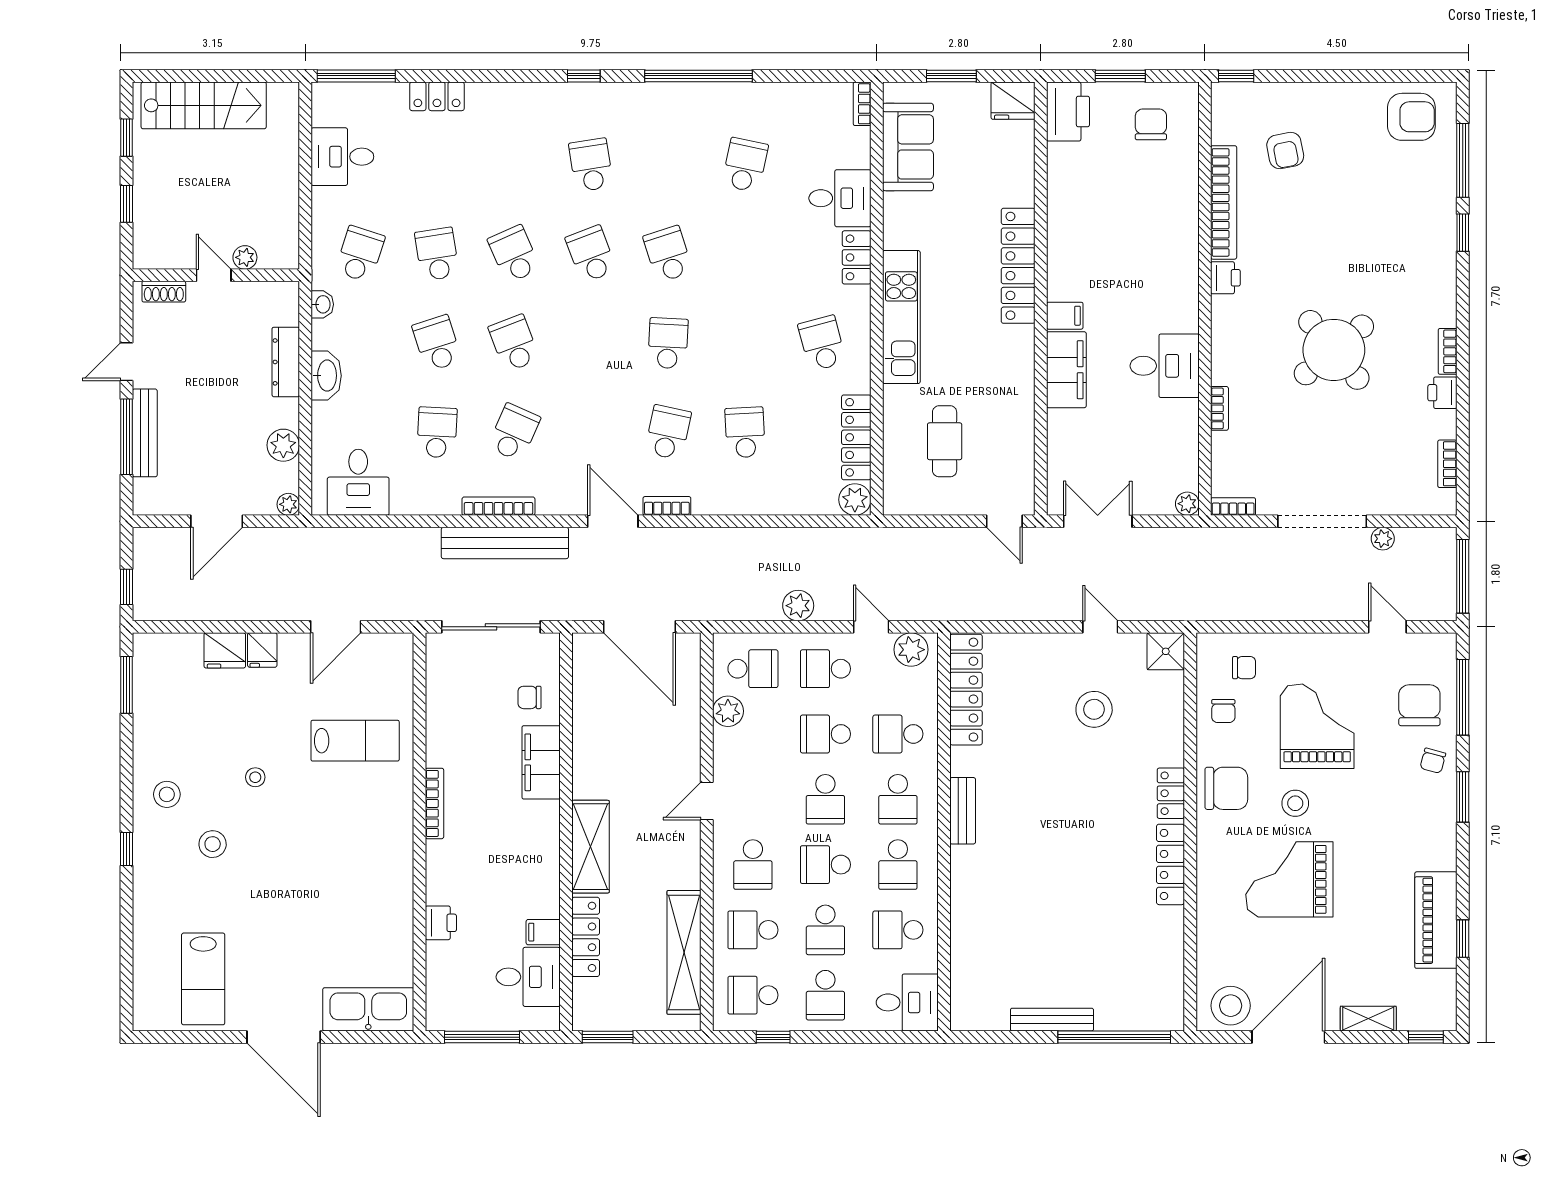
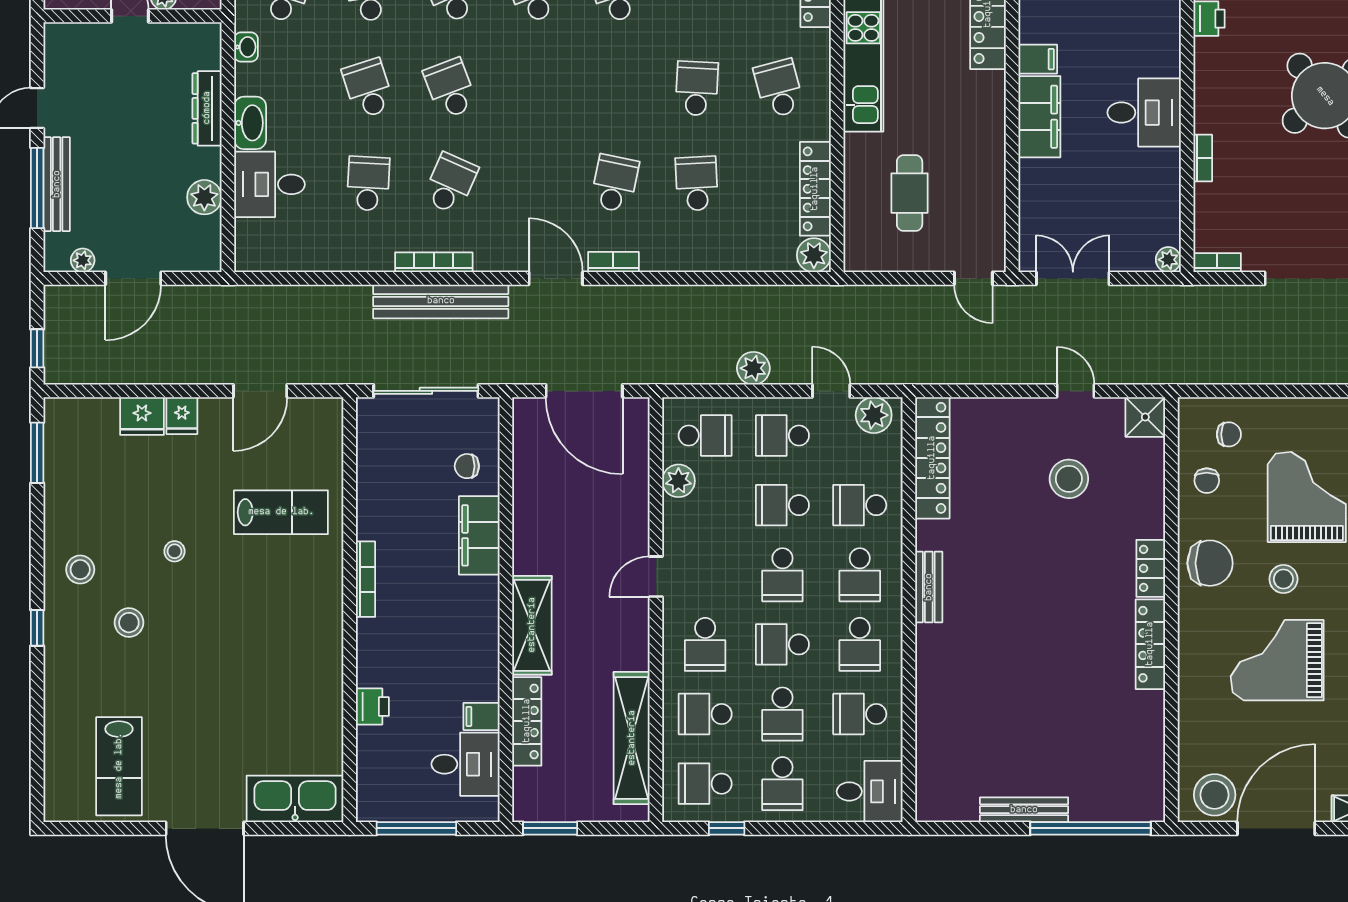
shoe rack: (164, 292) -> (77, 33), removed
school desk: (668, 343) -> (697, 88), moved
desk: (358, 482) -> (269, 184), moved, turned 90
plant: (288, 504) -> (83, 260), moved

